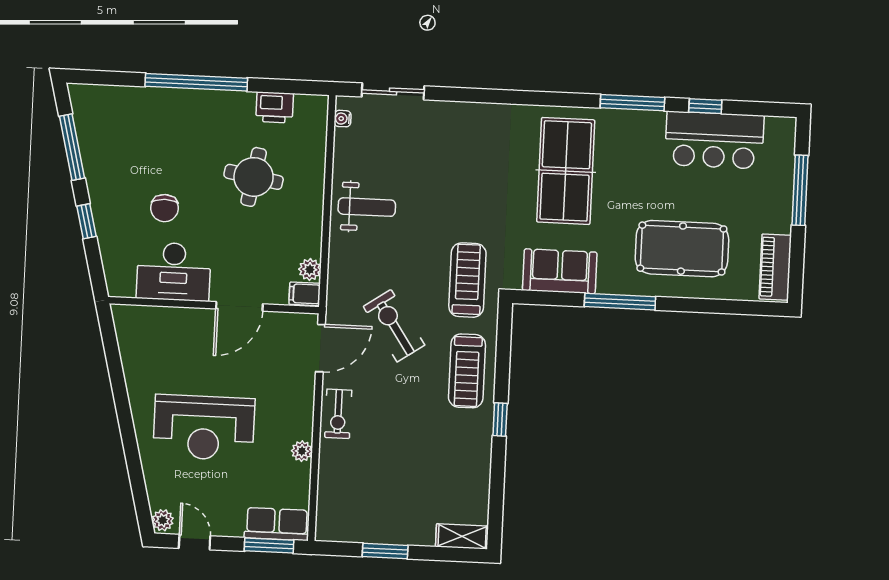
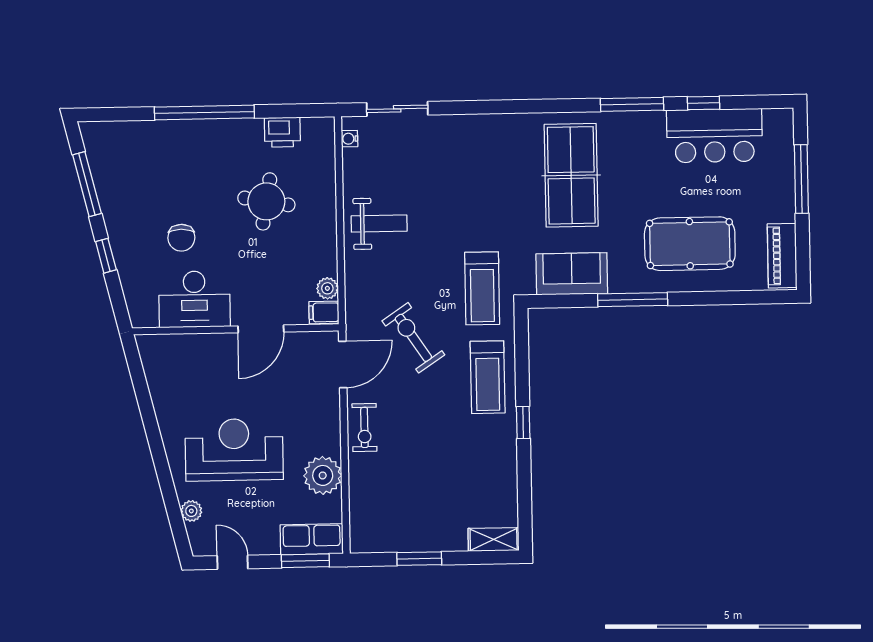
treadmill: (467, 280) -> (482, 288), turned 180
reception desk: (204, 428) -> (234, 450), turned 180
plant: (302, 451) -> (323, 475), width x1.88, depth x1.88
plant: (163, 520) -> (191, 511), moved

